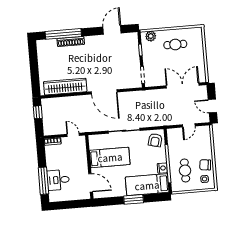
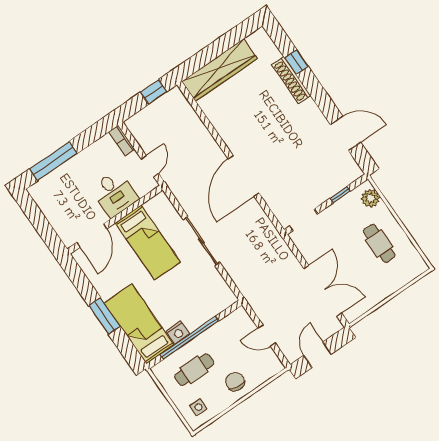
window: (63, 34) -> (296, 62), width x0.32
wardrobe: (65, 87) -> (219, 70), moved, turned 90
armchair: (155, 140) -> (215, 297), removed
chair: (205, 165) -> (235, 382), moved
desk: (58, 180) -> (114, 194), moved, turned 180

